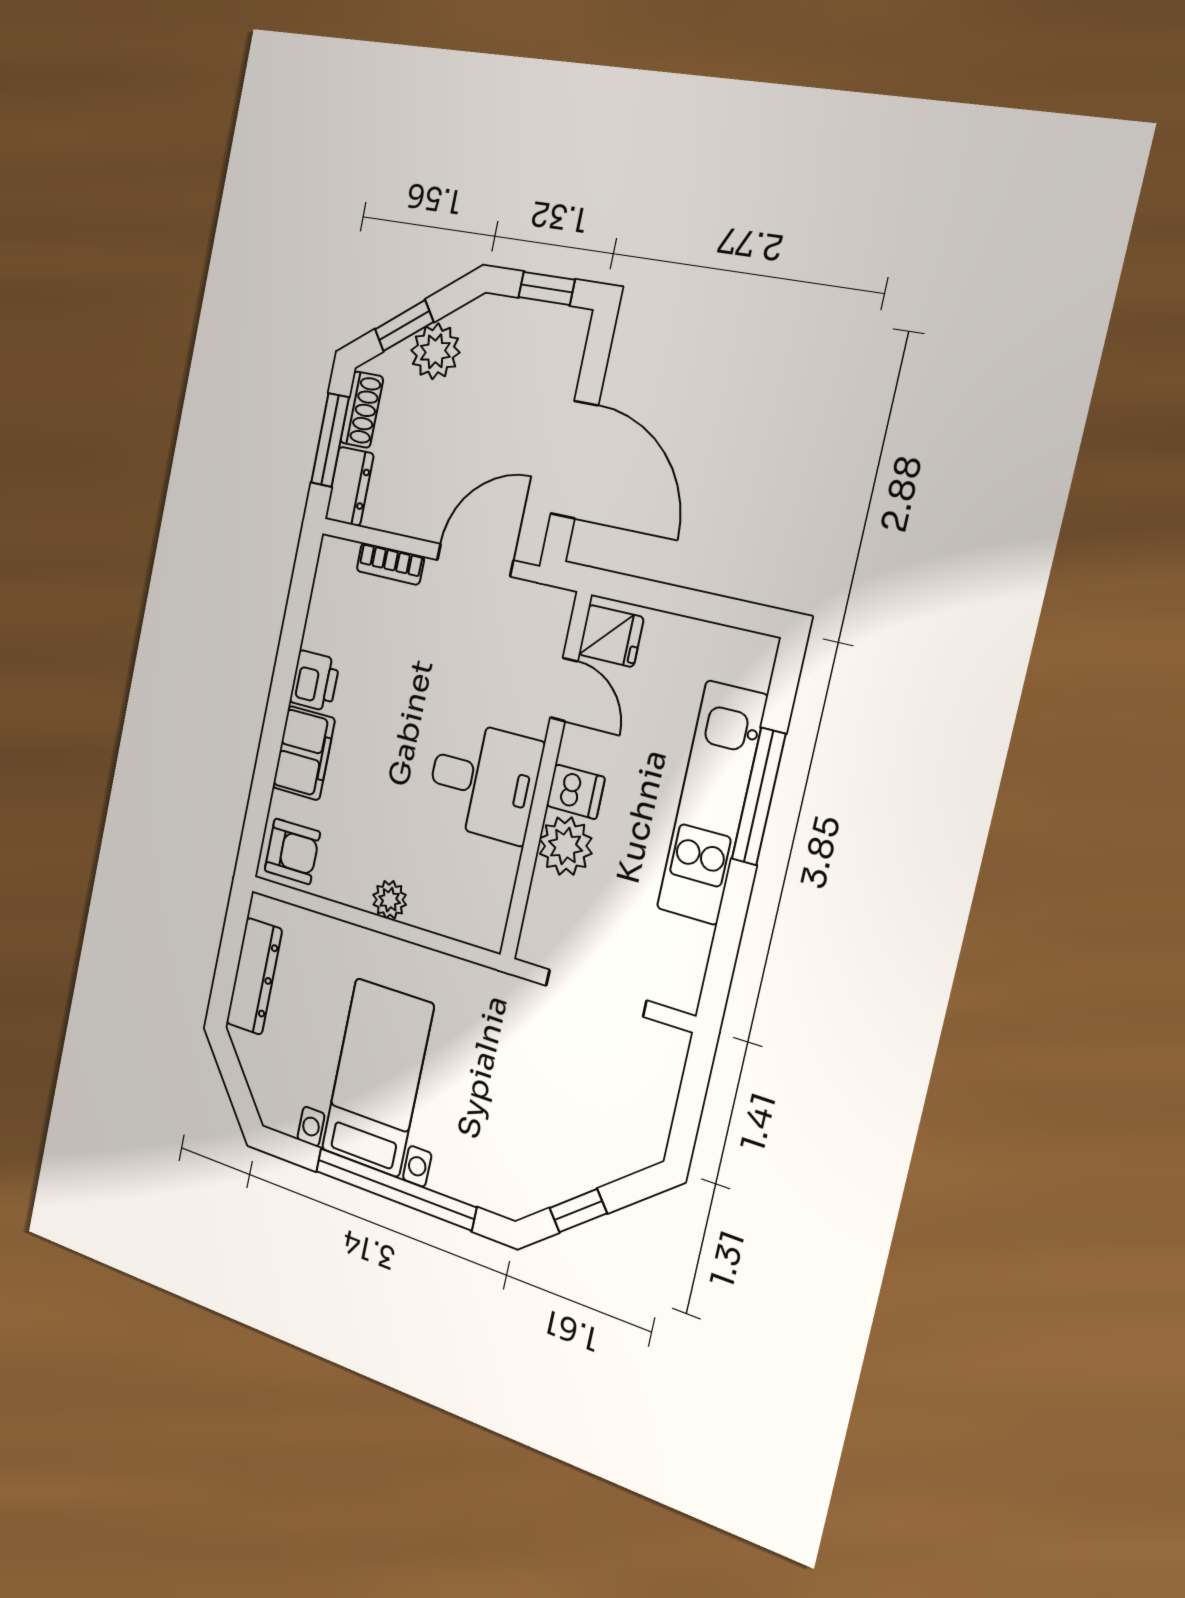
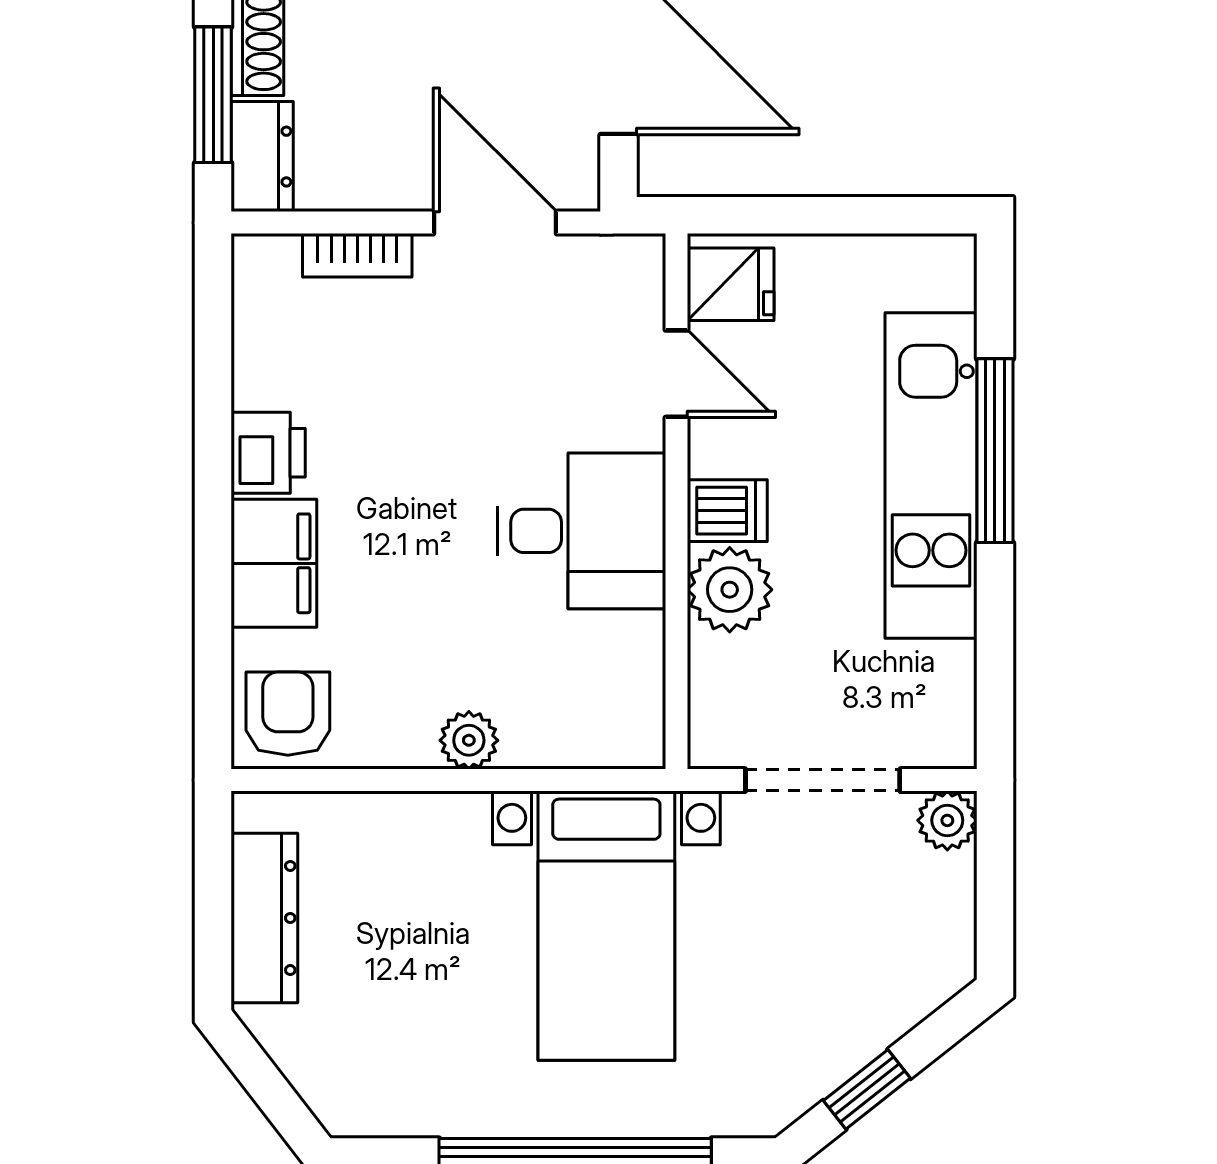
door: (475, 560) -> (495, 223), hinge flipped
armchair: (292, 851) -> (288, 714), turned -90
plant: (669, 1046) -> (947, 820), added
bed with nightstands: (378, 1077) -> (606, 926), moved, turned 180

